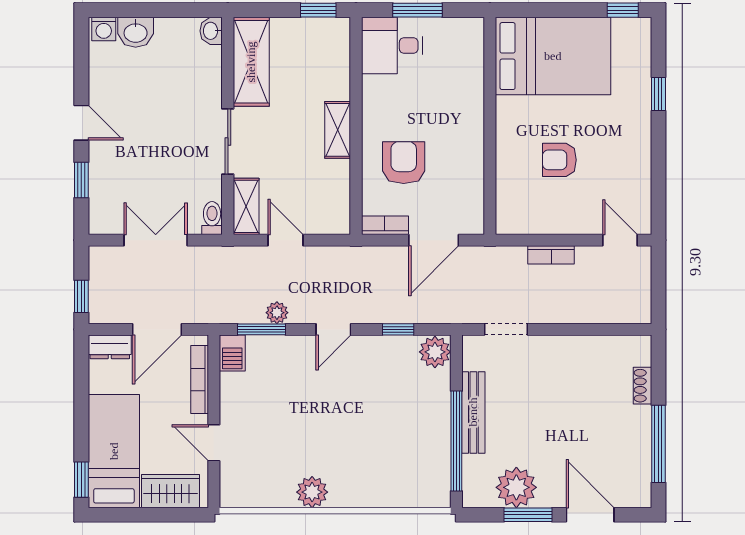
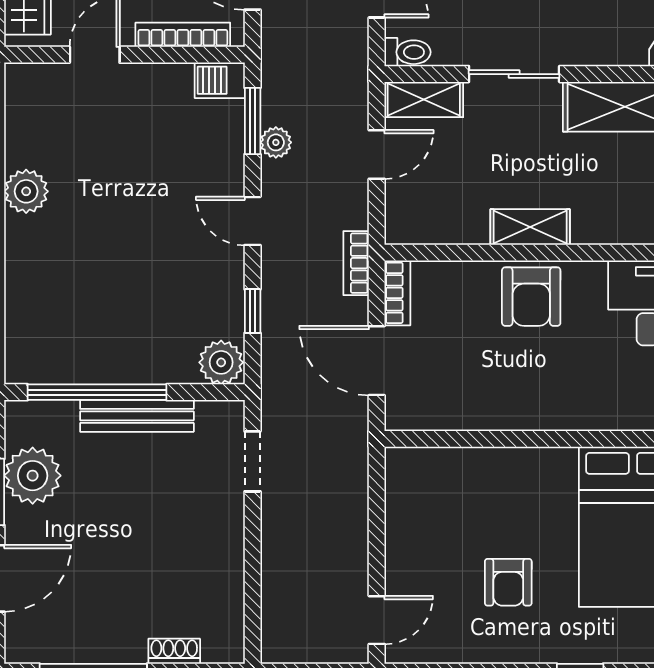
armchair: (559, 160) -> (508, 582), moved, turned 180
armchair: (404, 163) -> (531, 297), moved, turned 90
bookcase: (551, 255) -> (356, 263), moved

